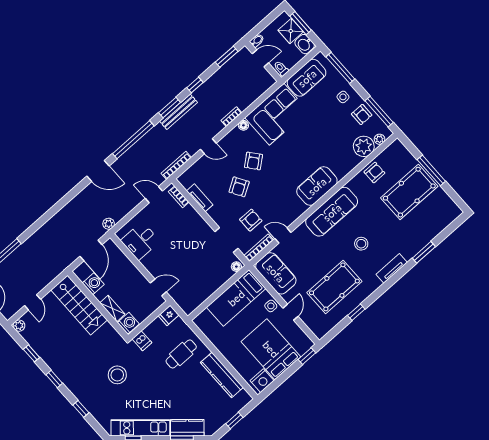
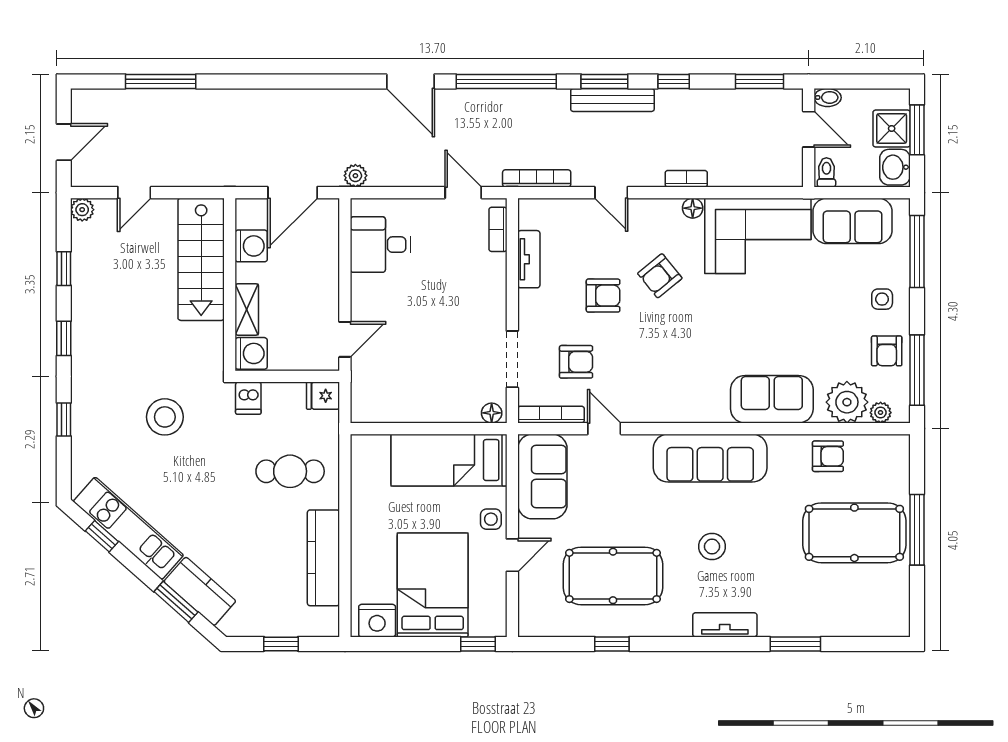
sofa: (317, 186) -> (772, 399), moved
armchair: (239, 187) -> (603, 296), turned -149
door: (158, 287) -> (345, 339), hinge flipped

